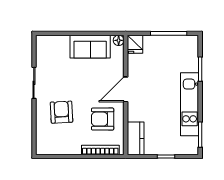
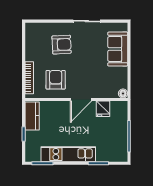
fridge: (135, 44) -> (103, 109), moved, turned -90
sofa: (90, 47) -> (118, 49), moved
door: (126, 89) -> (81, 100), swing flipped
kitchen counter: (136, 138) -> (32, 116), moved, turned -90

